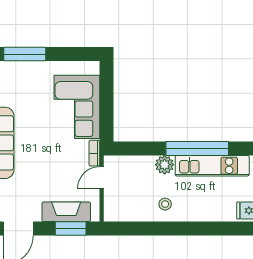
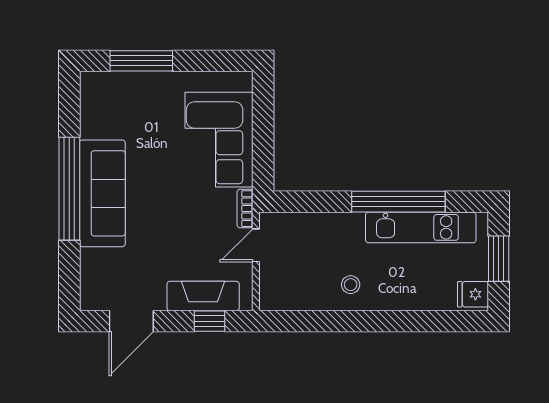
plant: (165, 165) -> (350, 226), removed
window: (71, 229) -> (210, 321), width x0.67

